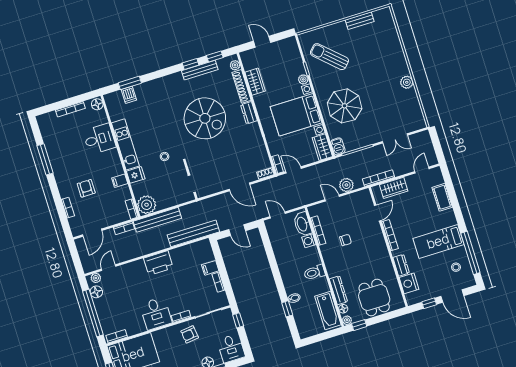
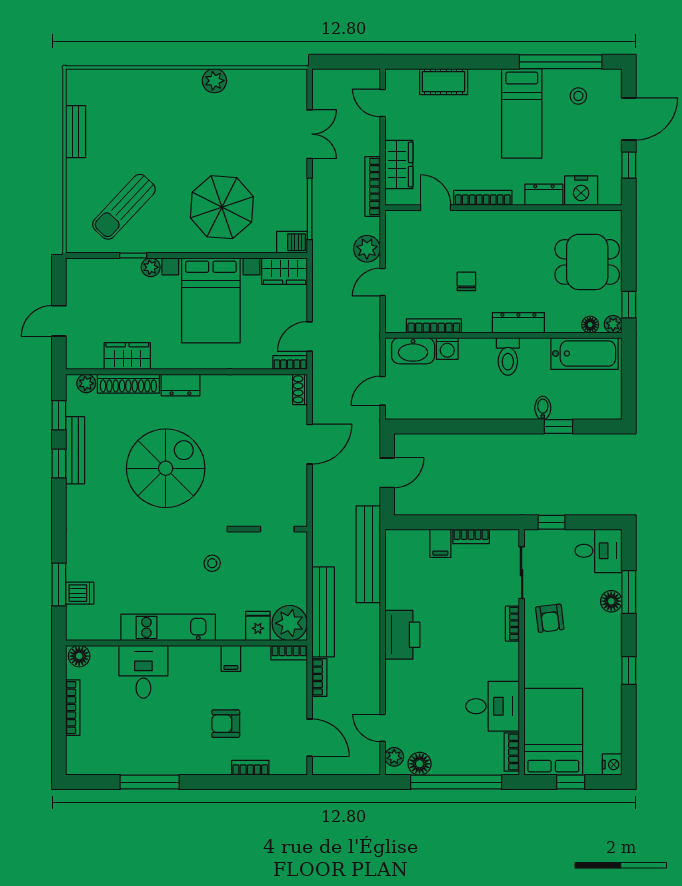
fridge: (136, 175) -> (258, 626), moved
dresser: (338, 290) -> (518, 323), moved
desk: (156, 313) -> (493, 706), moved

